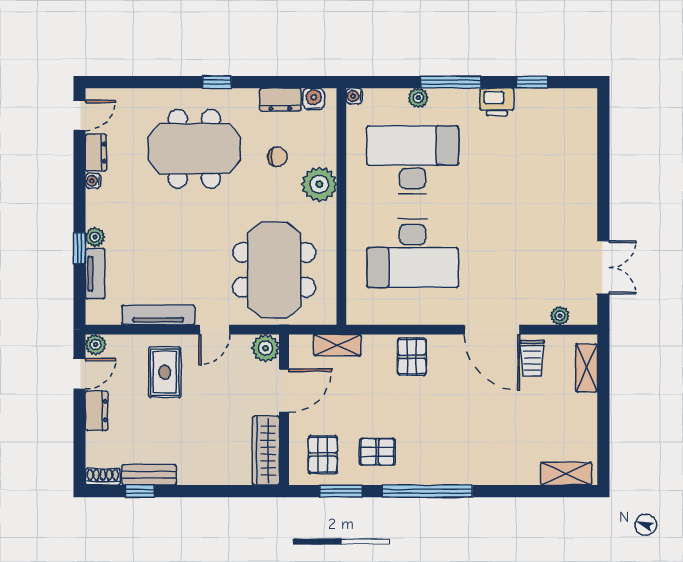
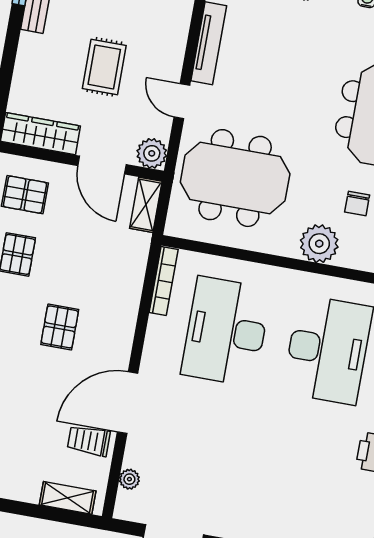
bookcase: (378, 317) -> (164, 281), added
shelving: (337, 345) -> (146, 205), moved
pallet: (412, 357) -> (60, 327), moved, turned 90
rug: (165, 372) -> (104, 67), moved, turned 90

